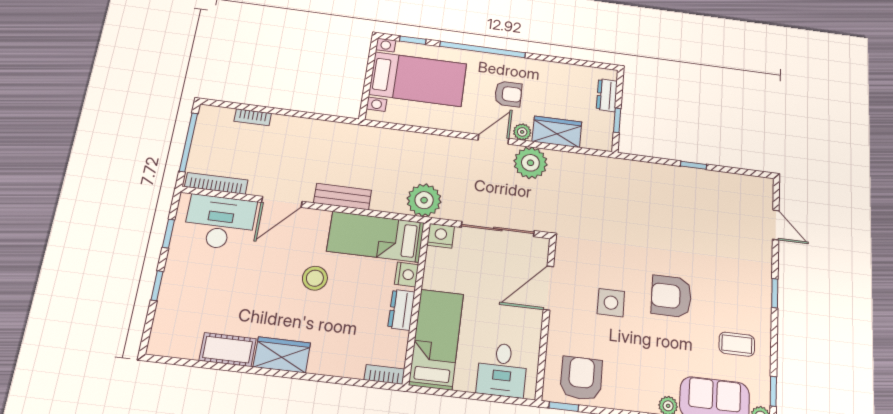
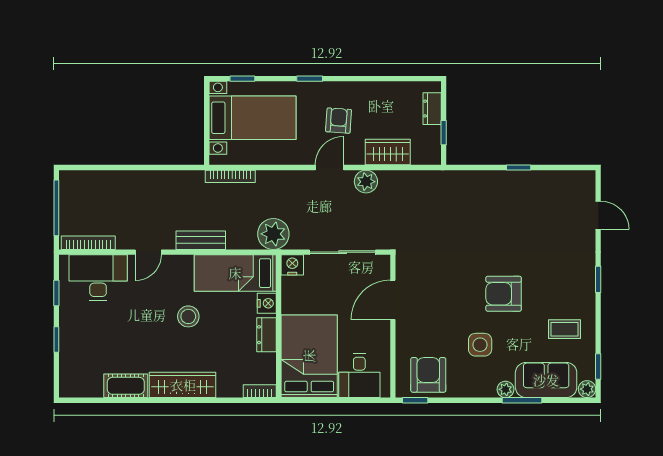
window: (483, 50) -> (310, 79), width x0.32
armchair: (508, 94) -> (339, 121), turned -86
bookcase: (253, 117) -> (230, 176), moved, width x1.56
plant: (522, 132) -> (355, 157), removed
plant: (530, 163) -> (366, 182), width x0.73, depth x0.73
door: (282, 202) -> (148, 252), width x0.73
side table: (611, 303) -> (480, 345), moved
bed: (436, 339) -> (309, 356), width x1.50
wardrobe: (282, 355) -> (183, 385), width x1.50

